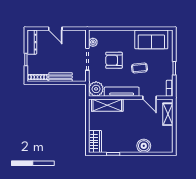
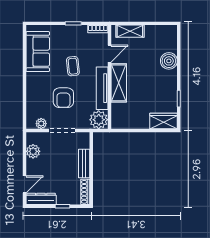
door: (55, 29) -> (25, 184), moved
plant: (70, 36) -> (33, 151), added
shelving: (107, 105) -> (119, 83), moved

